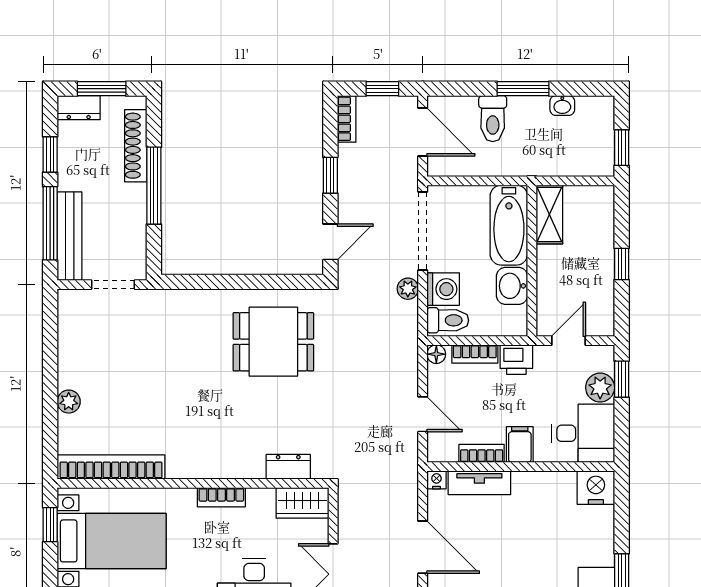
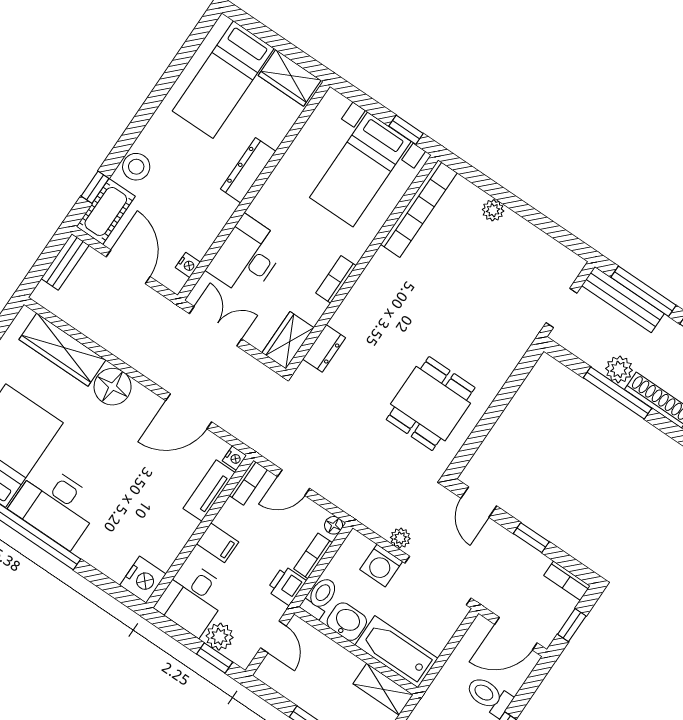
plant: (132, 198) -> (619, 369), added
toilet: (448, 320) -> (320, 597), moved, turned 180
bookcase: (482, 453) -> (248, 483), moved

